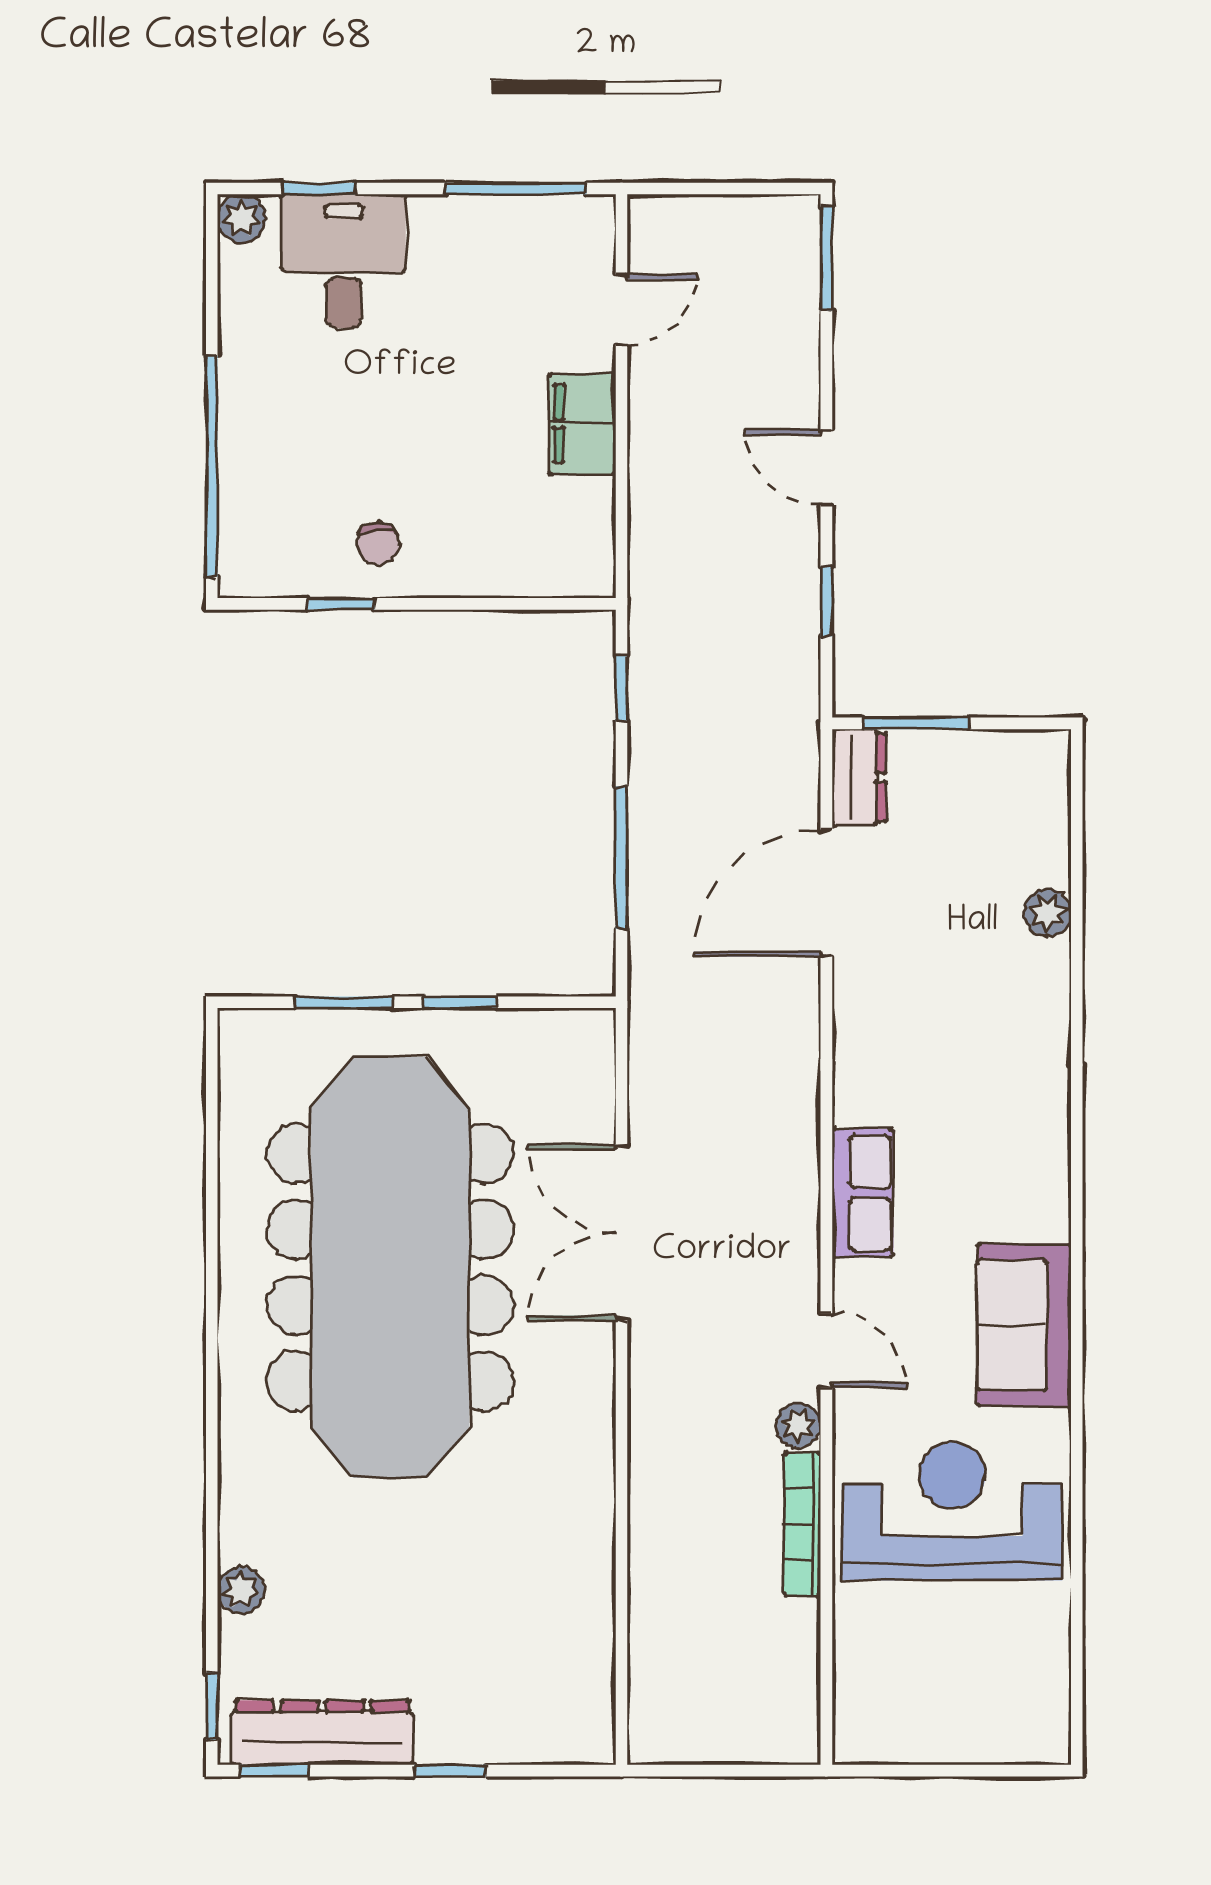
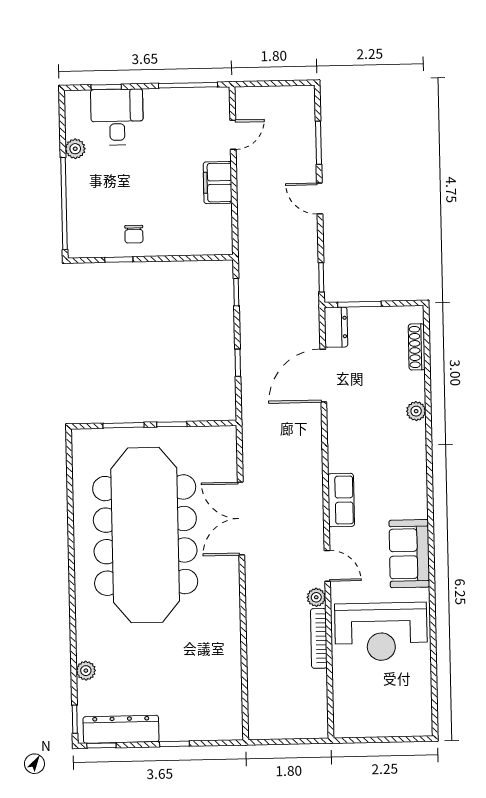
plant: (242, 218) -> (75, 149), moved
window: (826, 259) -> (318, 143), moved
window: (826, 601) -> (321, 277), moved
shoe rack: (1052, 829) -> (417, 347), added
window: (621, 858) -> (238, 363), width x0.46
plant: (1048, 913) -> (416, 411), moved
reception desk: (952, 1511) -> (381, 632), turned 180

